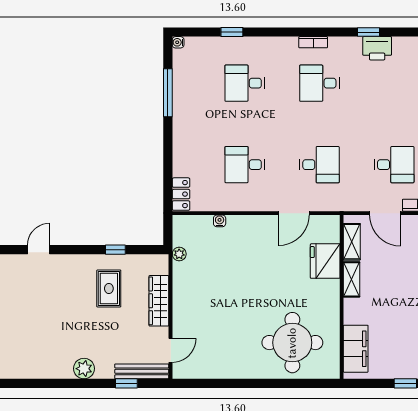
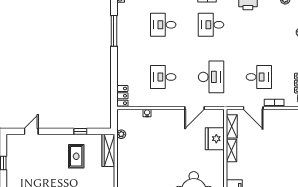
desk: (319, 165) -> (211, 77), width x1.37
wardrobe: (159, 301) -> (108, 150), moved

